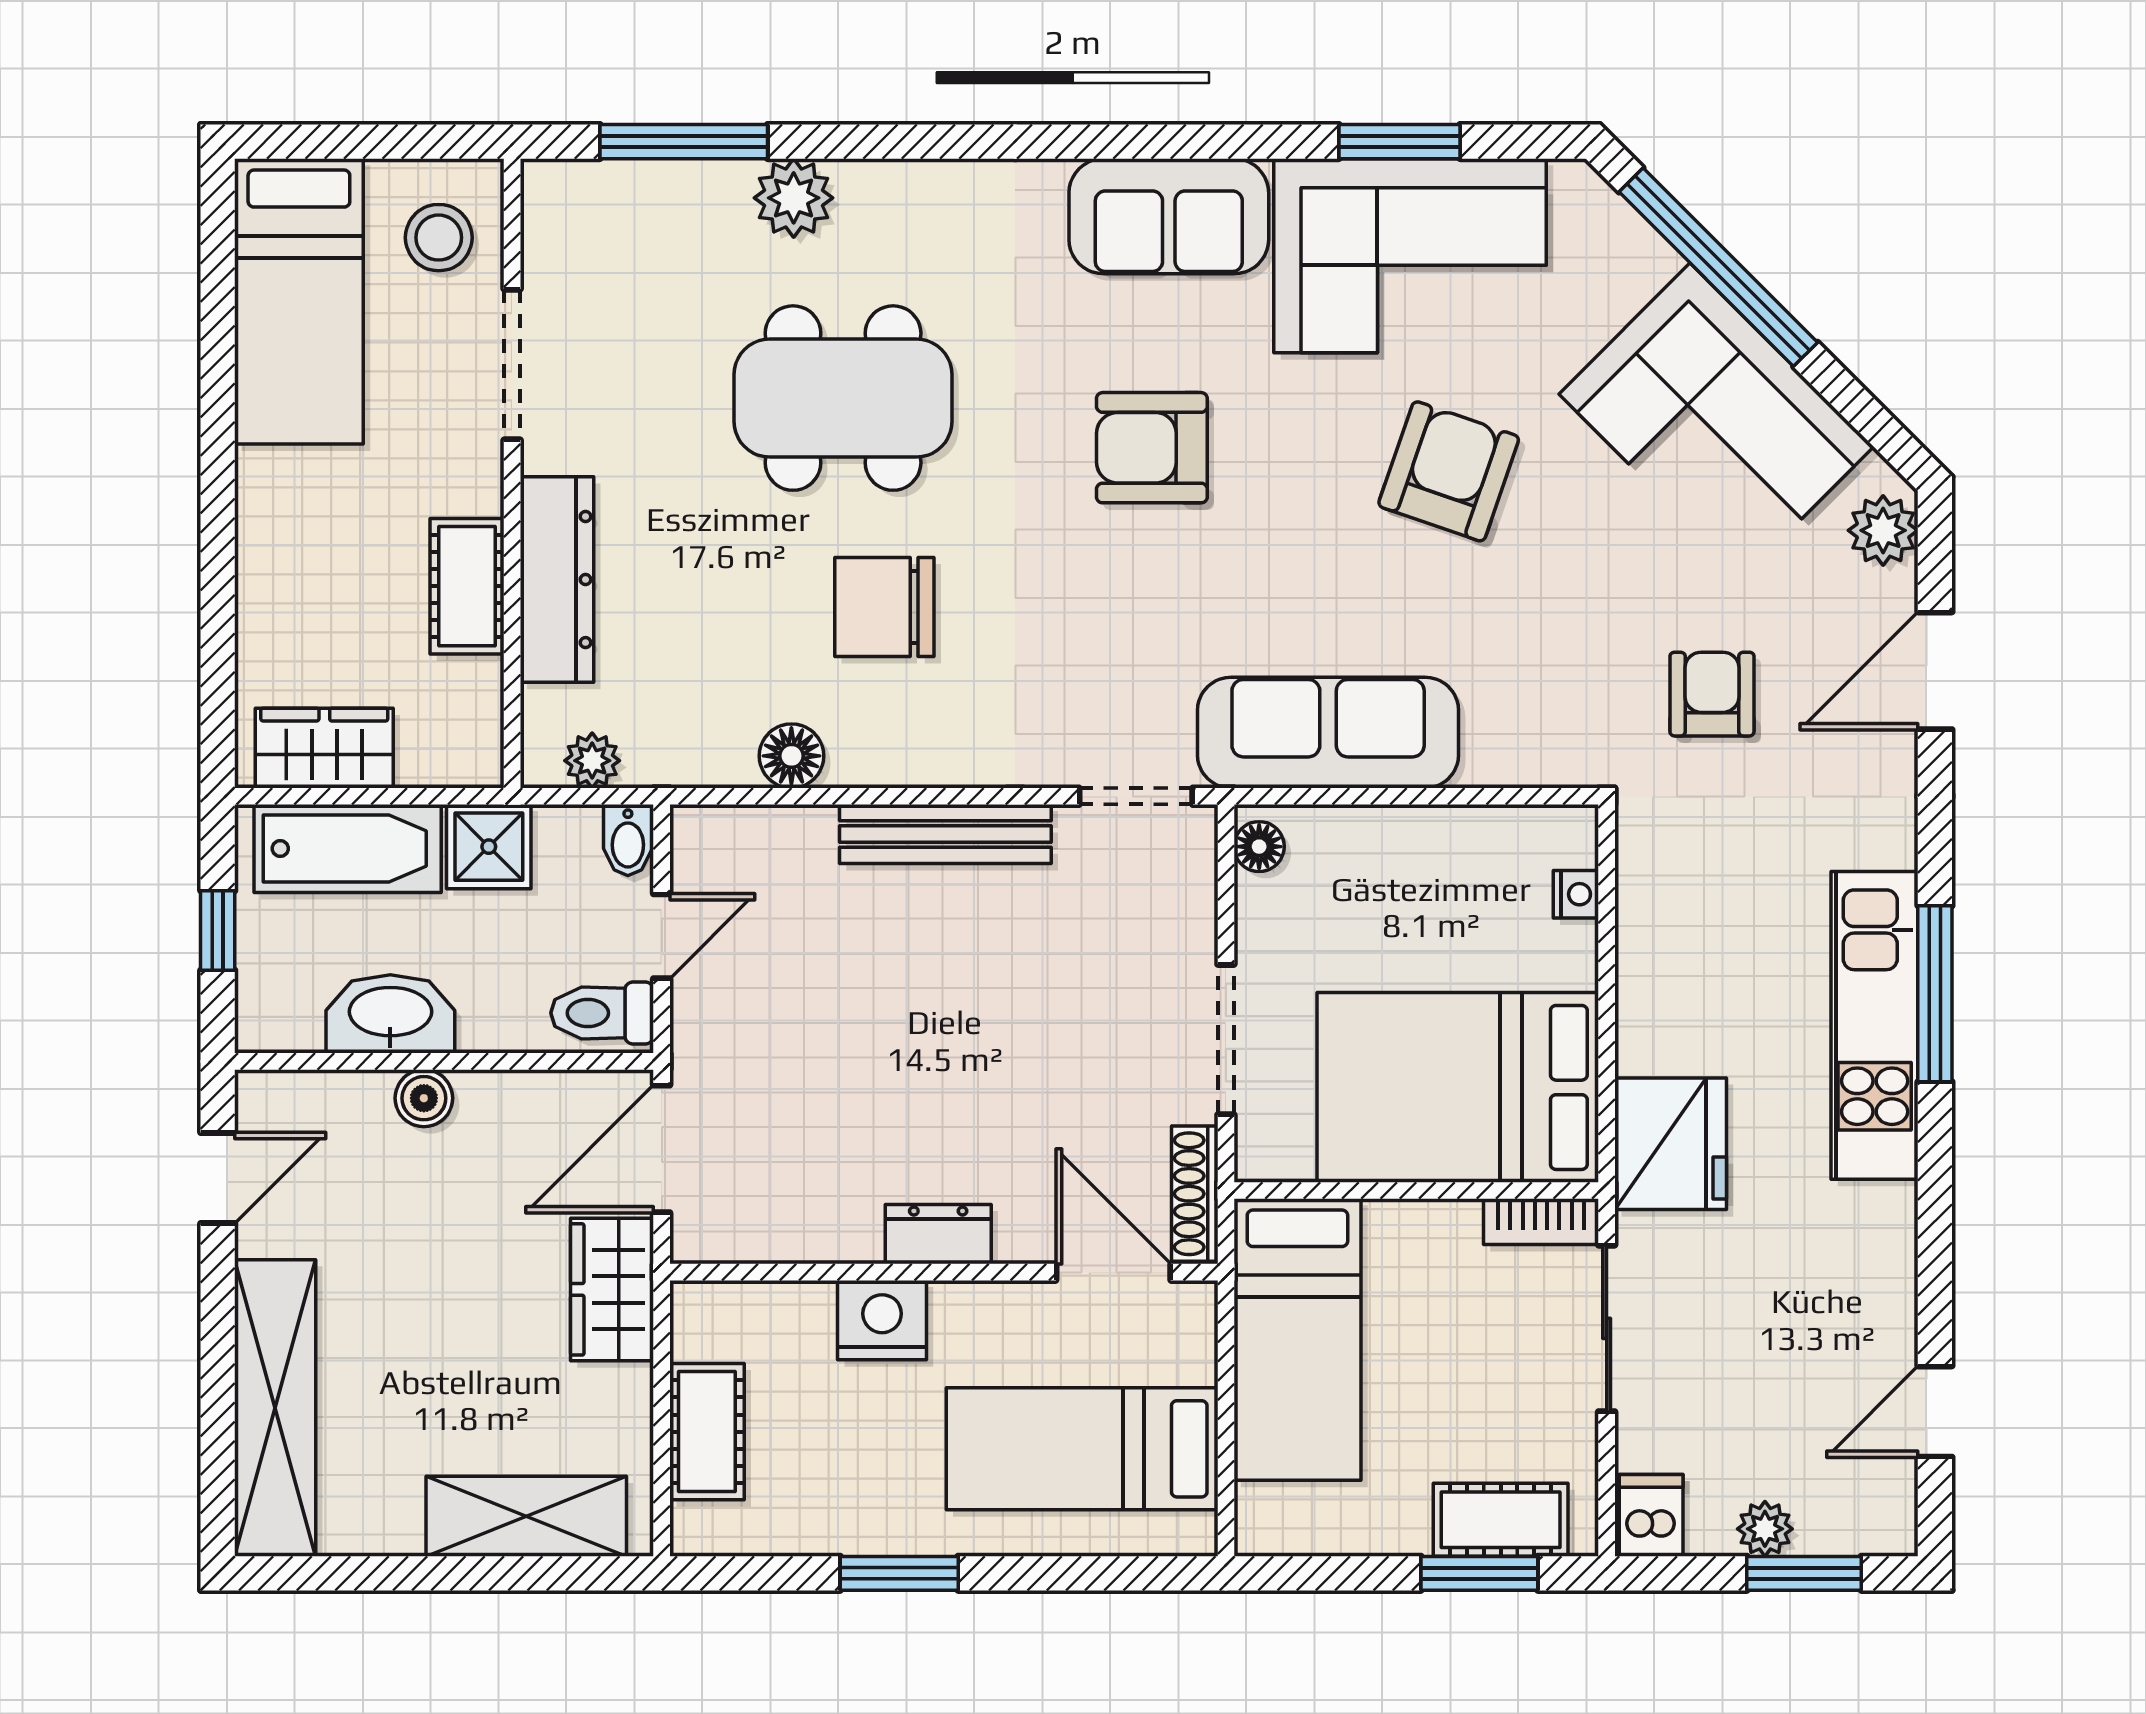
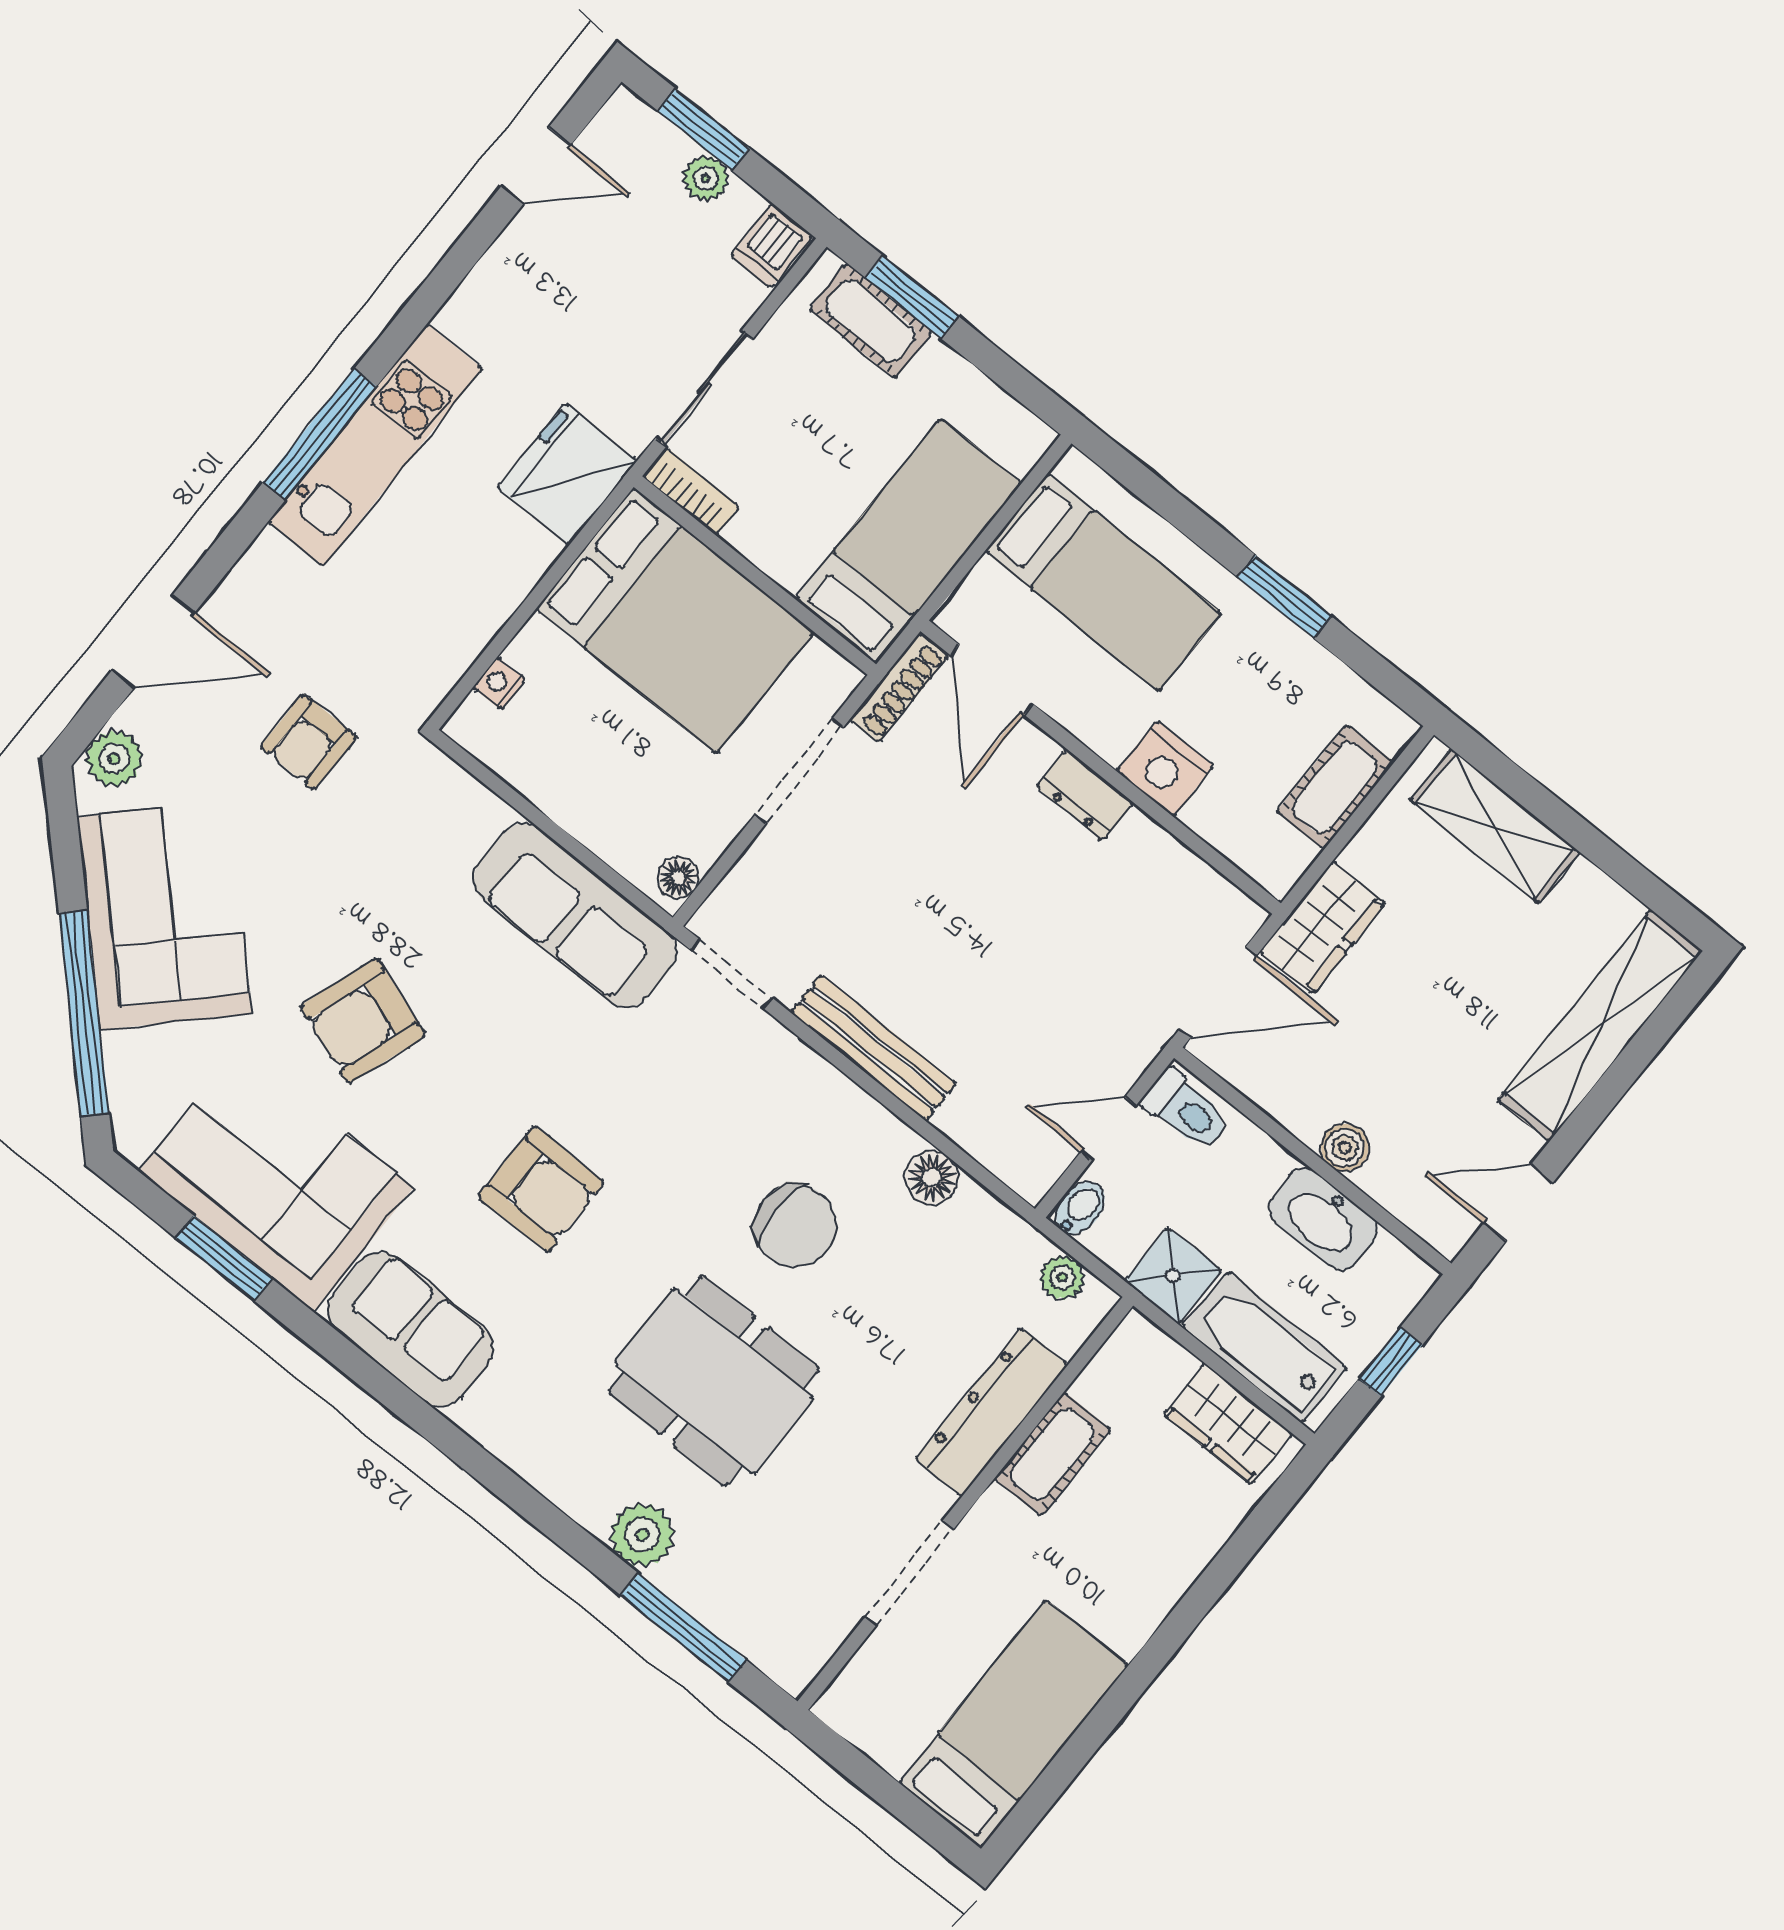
stool: (439, 238) -> (891, 1693), removed

